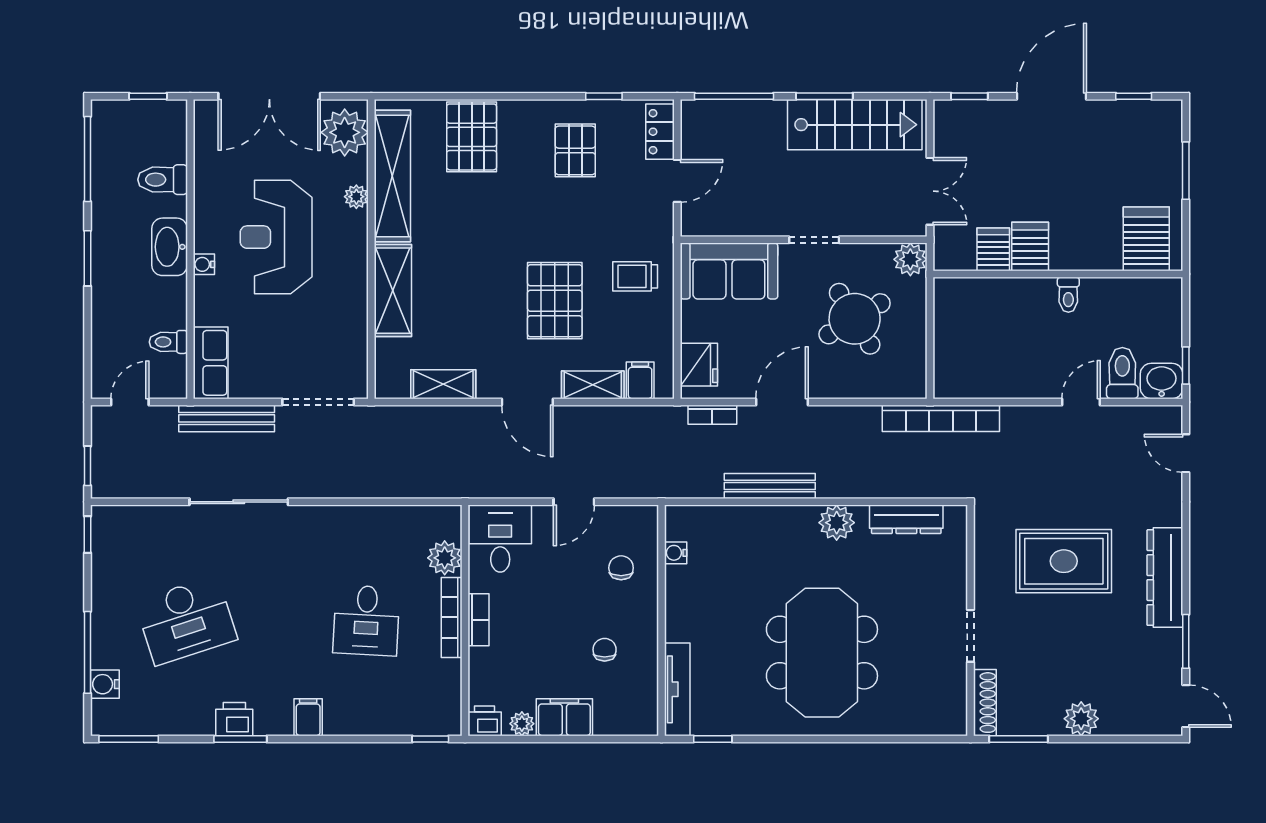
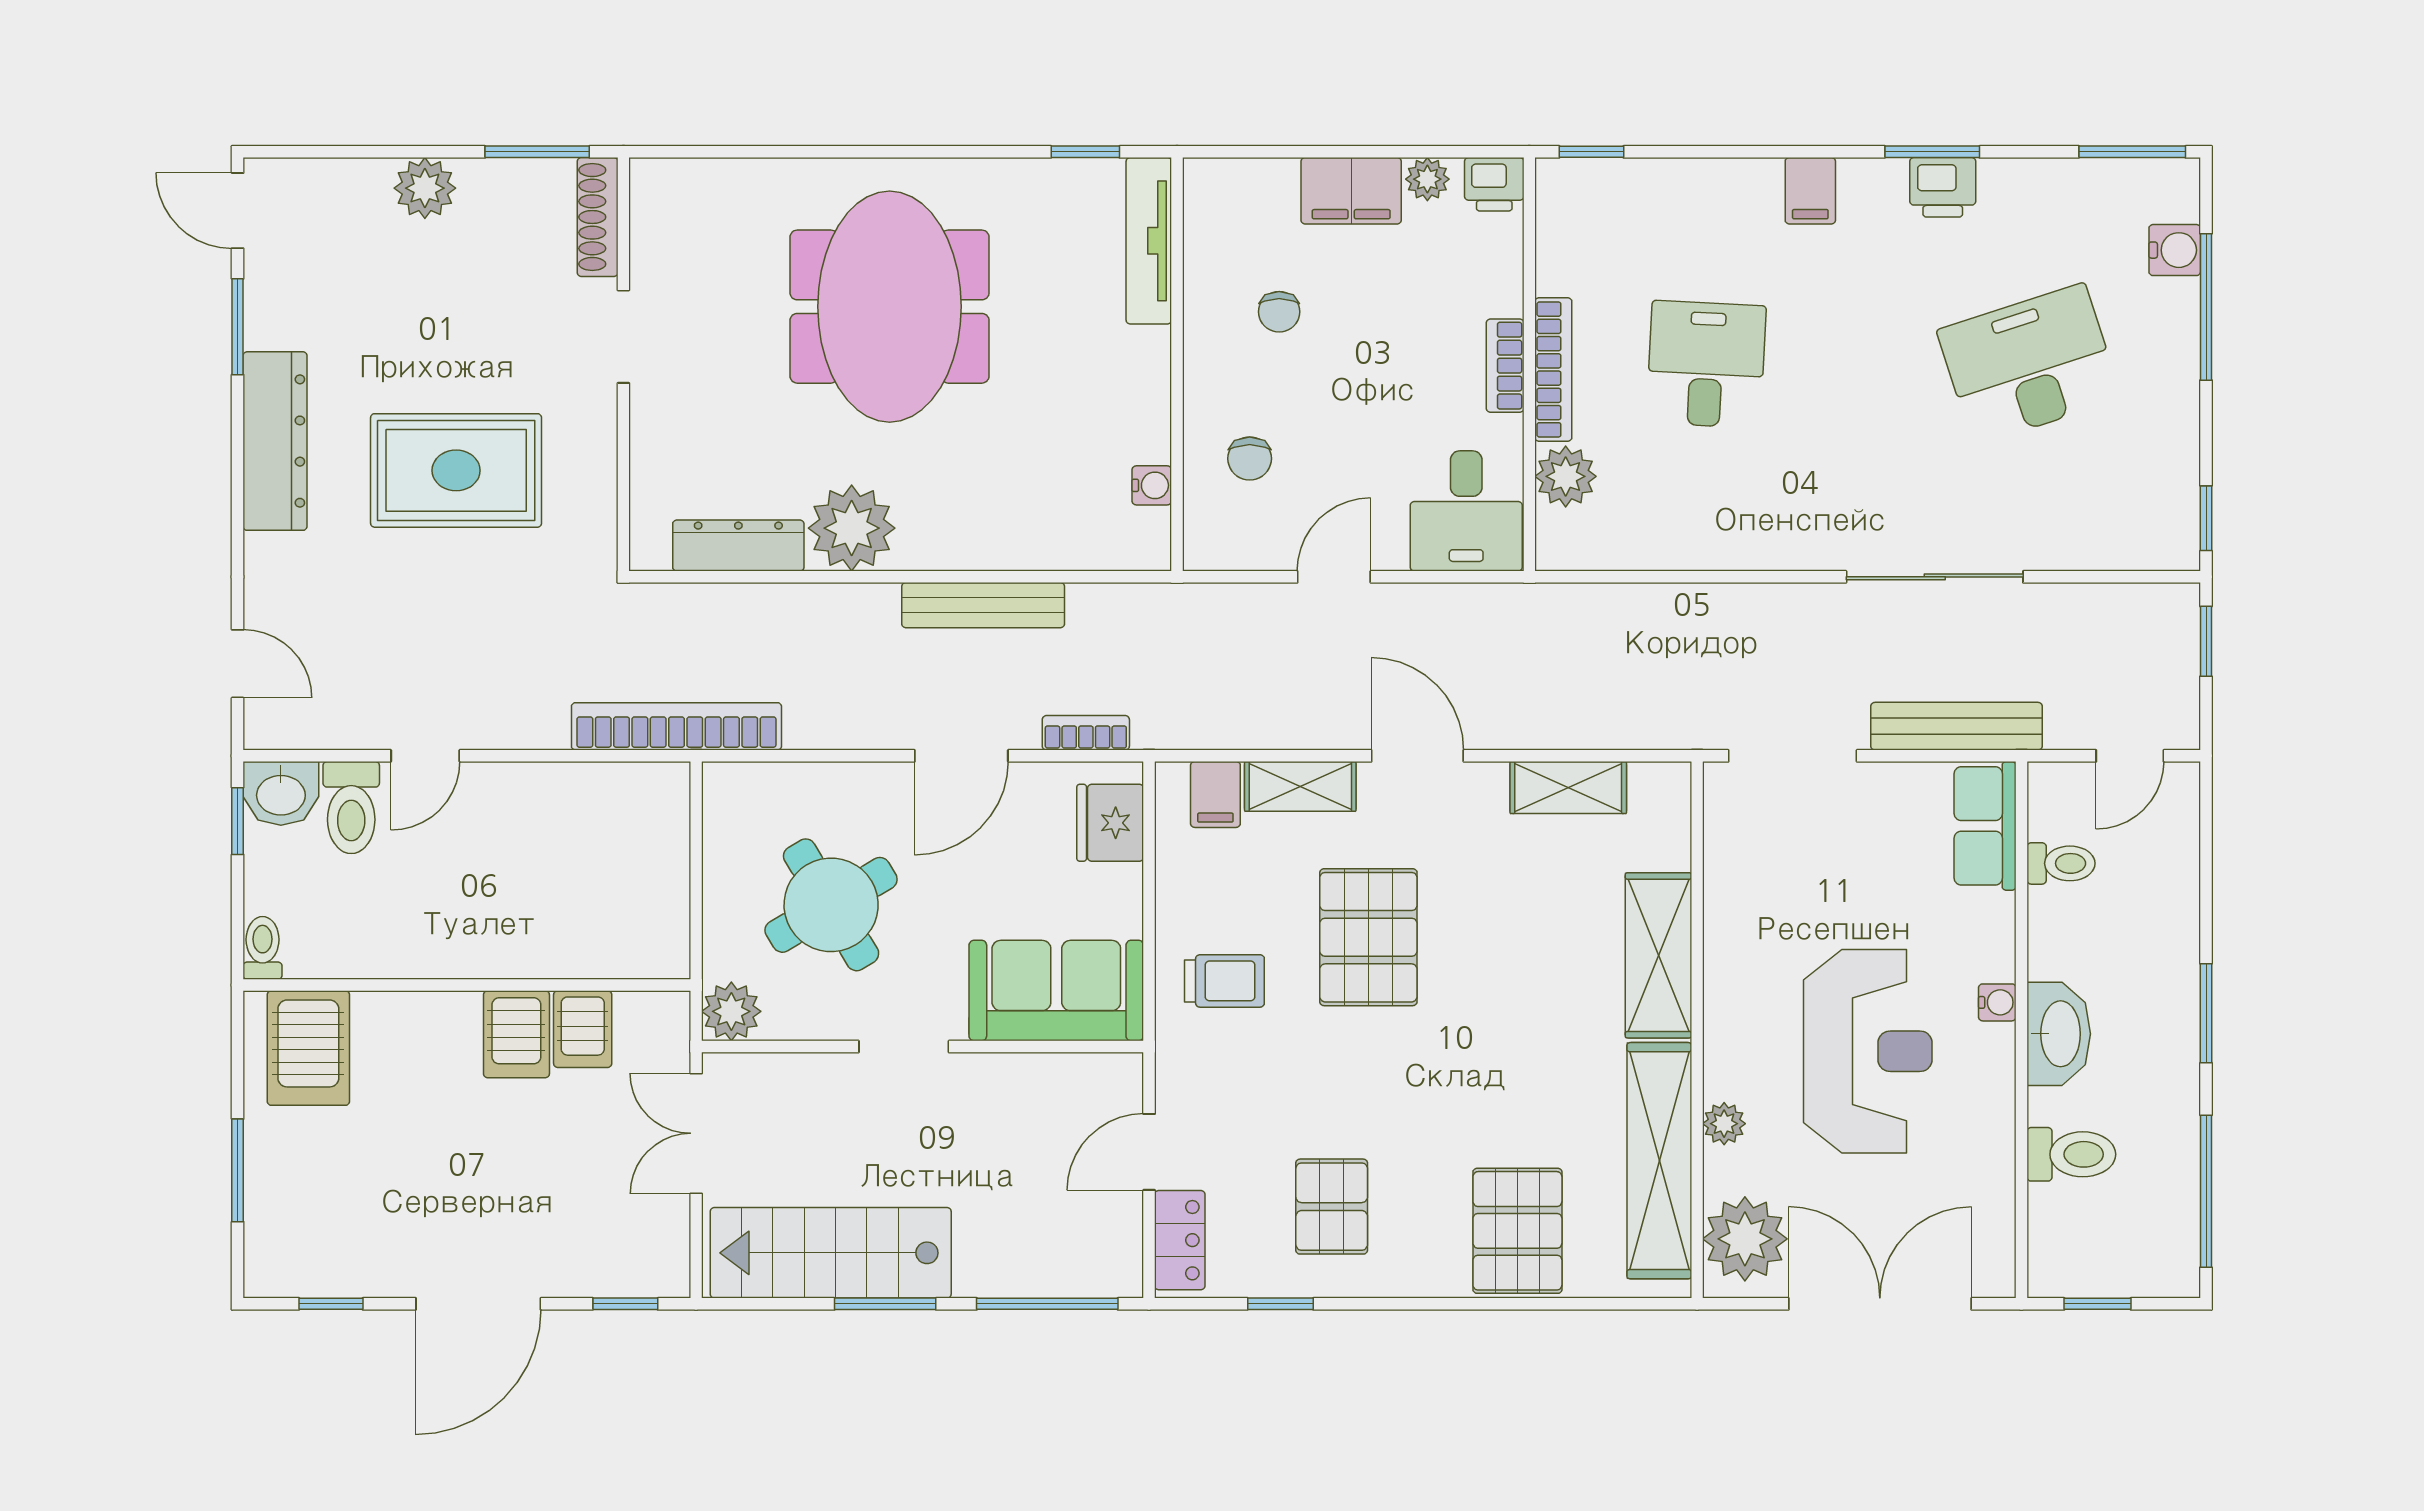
toilet: (1068, 295) -> (263, 948), moved
plant: (837, 523) -> (852, 528), width x1.36, depth x1.36

